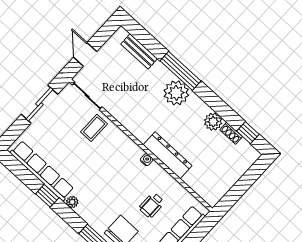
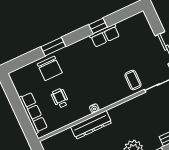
row of seats: (42, 171) -> (105, 36), width x0.50
plant: (72, 202) -> (86, 42), removed

